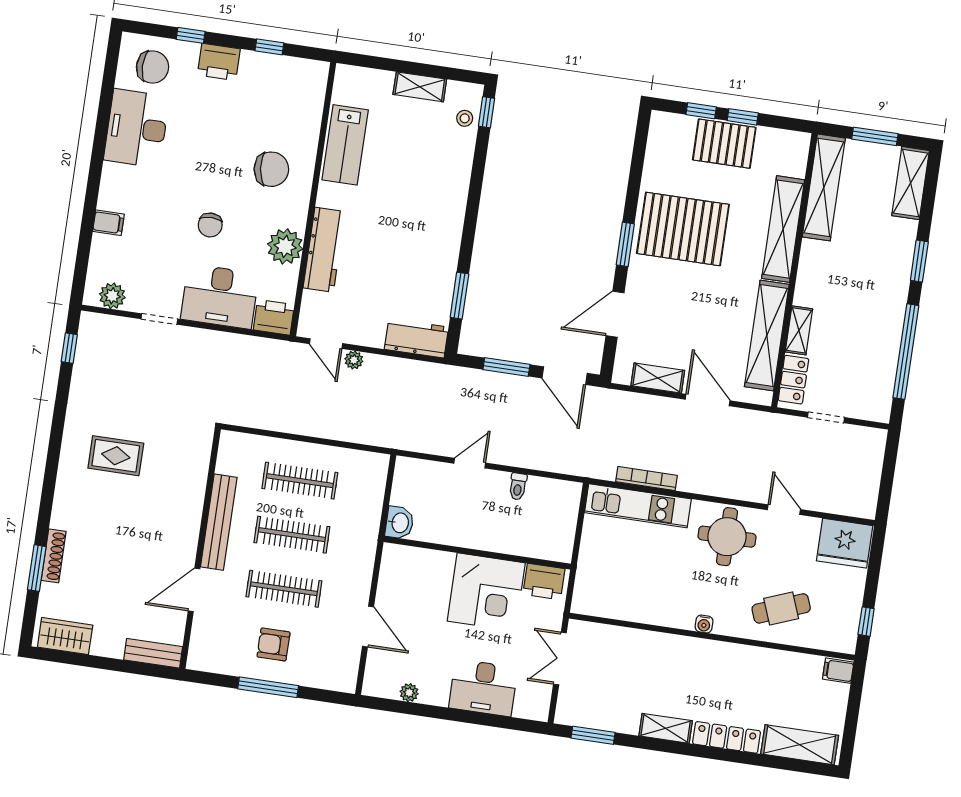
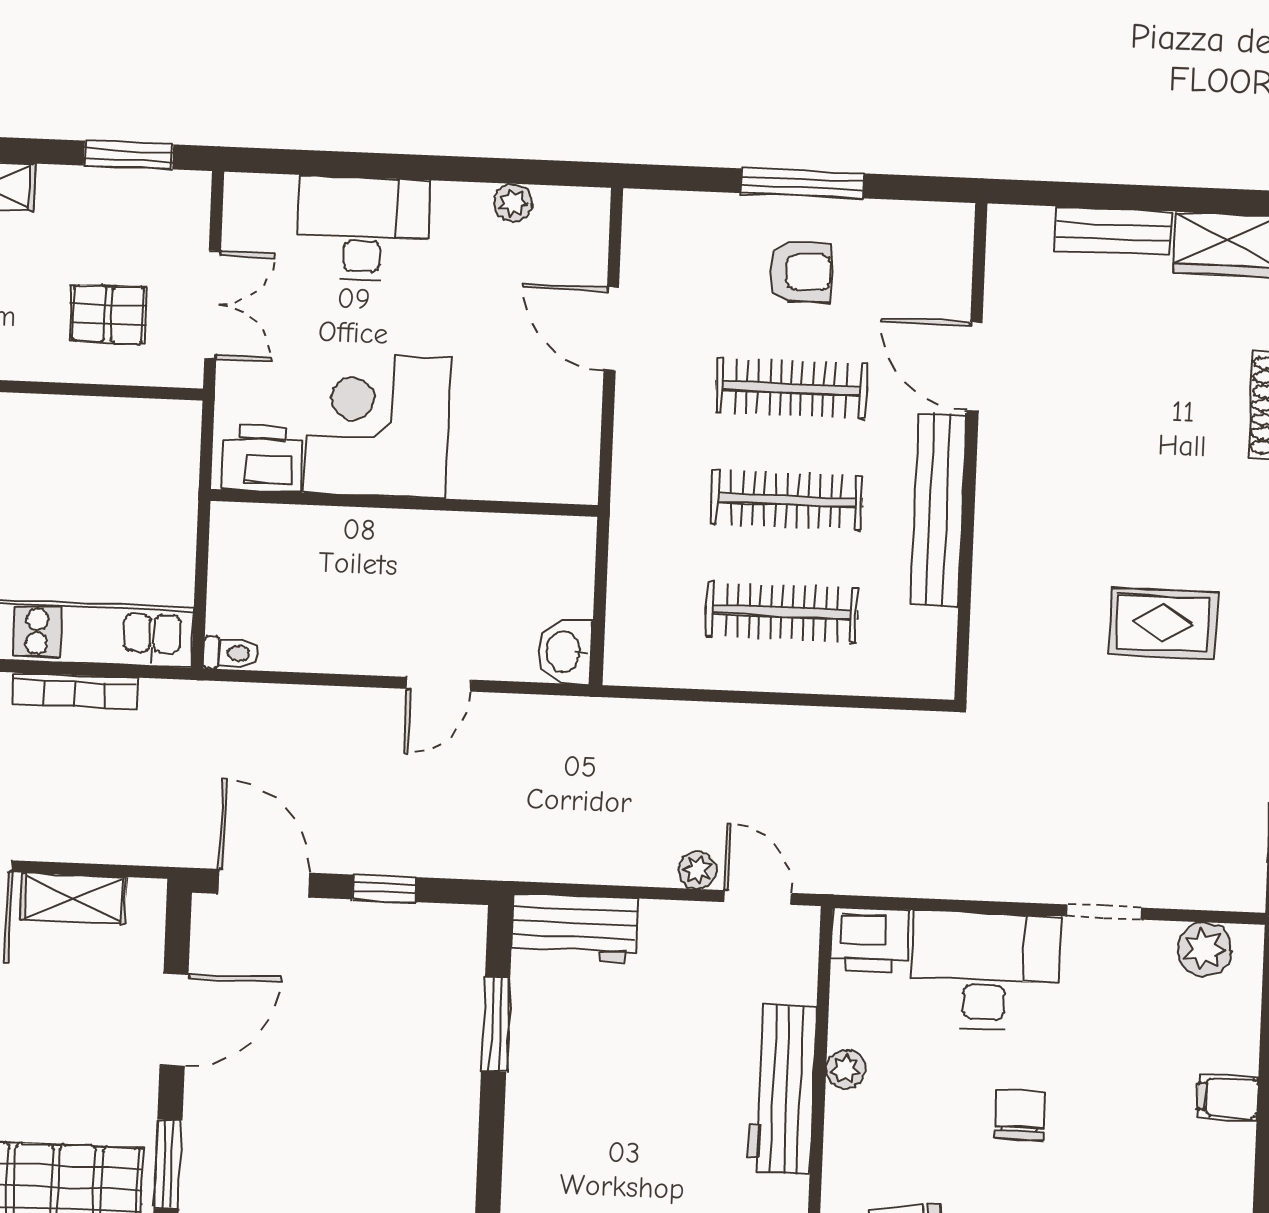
plant: (285, 246) -> (846, 1069), width x0.53, depth x0.53
window: (506, 367) -> (384, 888), width x0.67
toilet: (518, 486) -> (231, 653), moved, turned 90
washbasin: (400, 523) -> (565, 652), moved
door: (194, 590) -> (974, 366), swing flipped
bench: (153, 653) -> (1113, 231), moved
pallet: (611, 659) -> (108, 314), added

